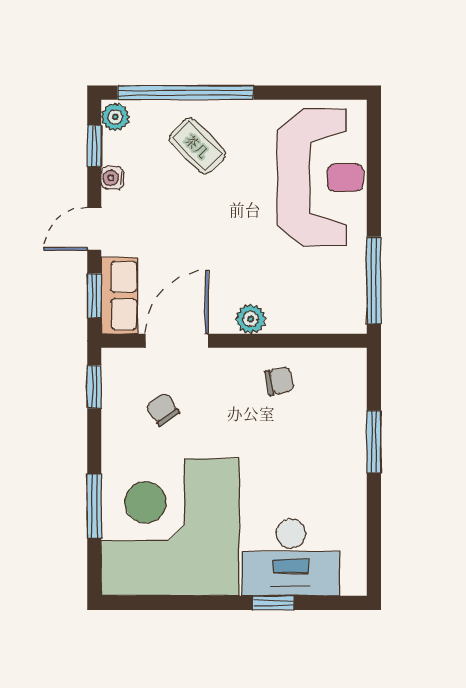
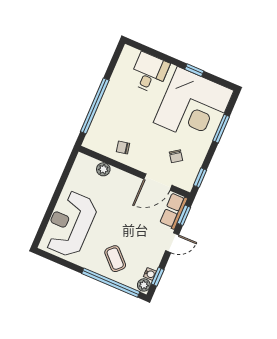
water cooler: (113, 178) -> (150, 274), moved
window: (374, 280) -> (66, 172), removed
plant: (251, 319) -> (103, 169), moved
window: (374, 442) -> (95, 106), width x2.11
desk: (291, 557) -> (149, 73), width x0.73
window: (273, 603) -> (194, 70), moved

